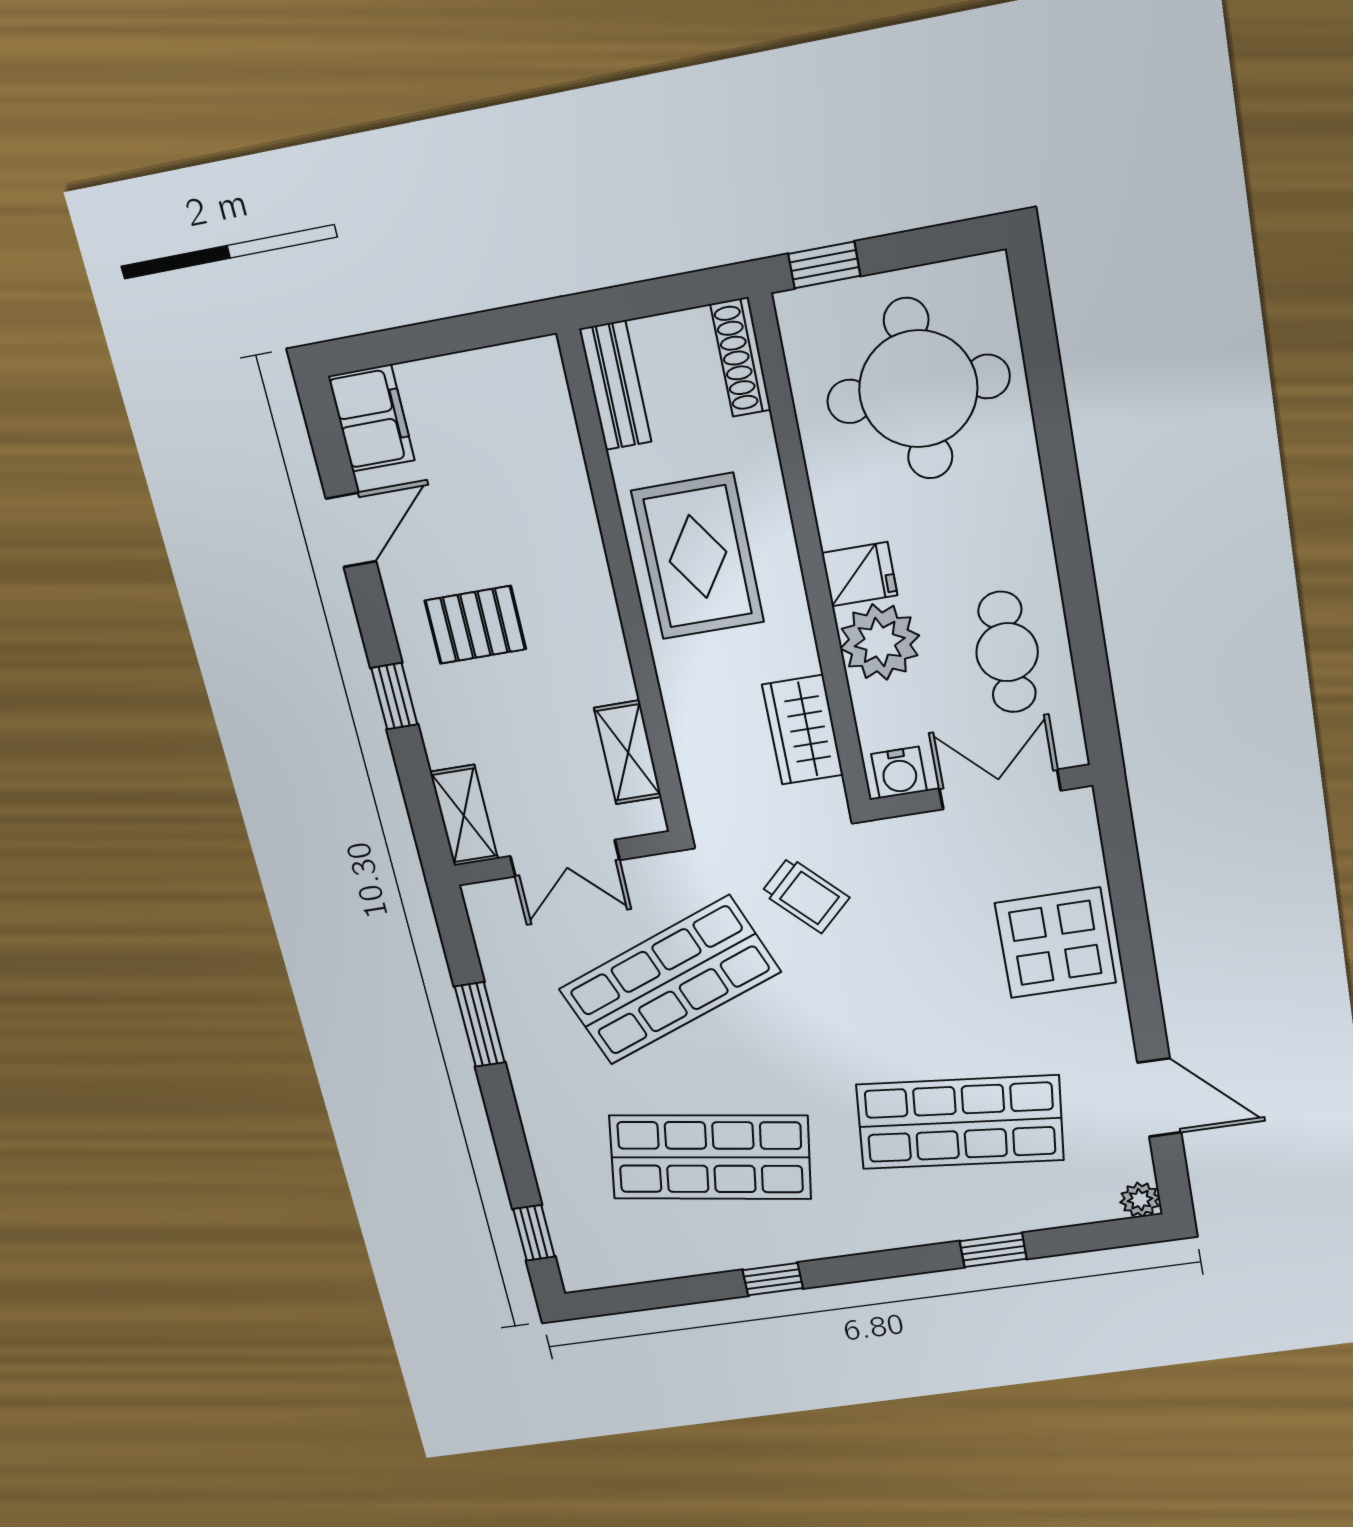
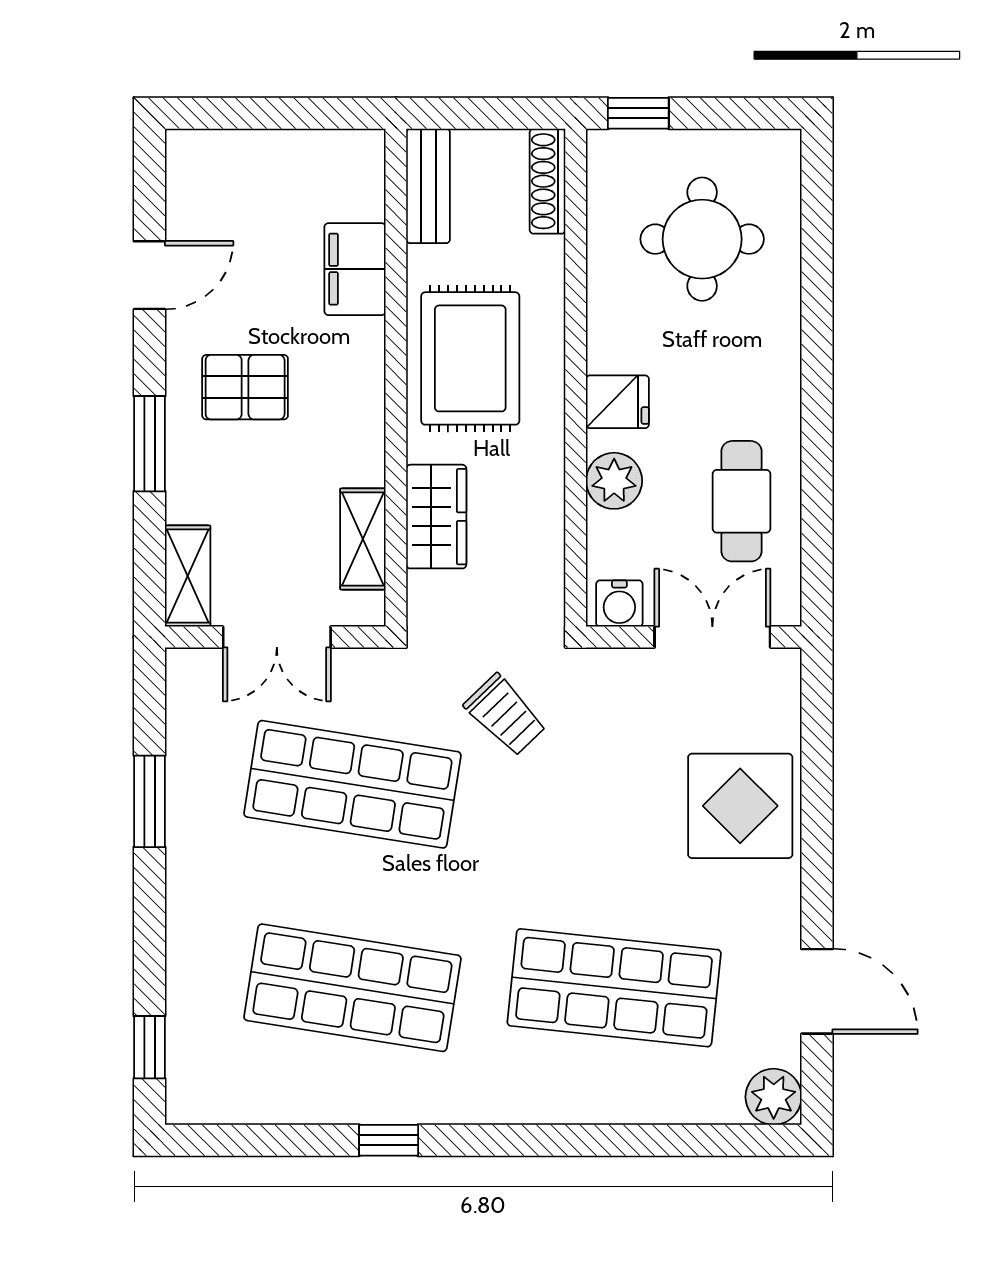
round table: (918, 389) -> (702, 239), width x0.73, depth x0.73
filing cabinet: (371, 418) -> (355, 269), moved, turned 180
plant: (880, 642) -> (614, 481), width x0.73, depth x0.73
window: (394, 696) -> (149, 444), width x1.50
wardrobe: (803, 730) -> (436, 517), moved, turned 180
shop shelf: (670, 981) -> (352, 784), turned 30
plant: (1140, 1200) -> (774, 1097), width x1.38, depth x1.38
window: (993, 1250) -> (623, 1140), removed

